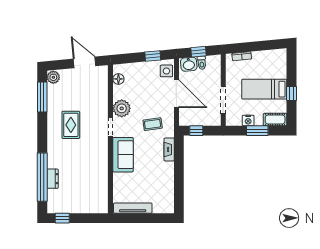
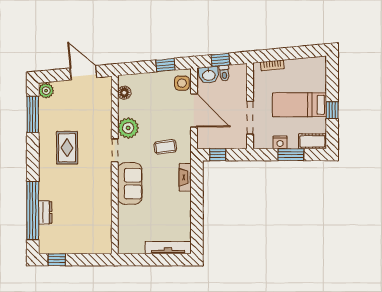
tv unit: (133, 208) -> (168, 248), moved

